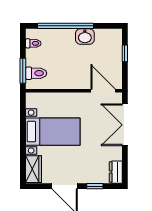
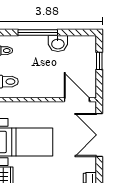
window: (65, 26) -> (38, 33), width x0.68

